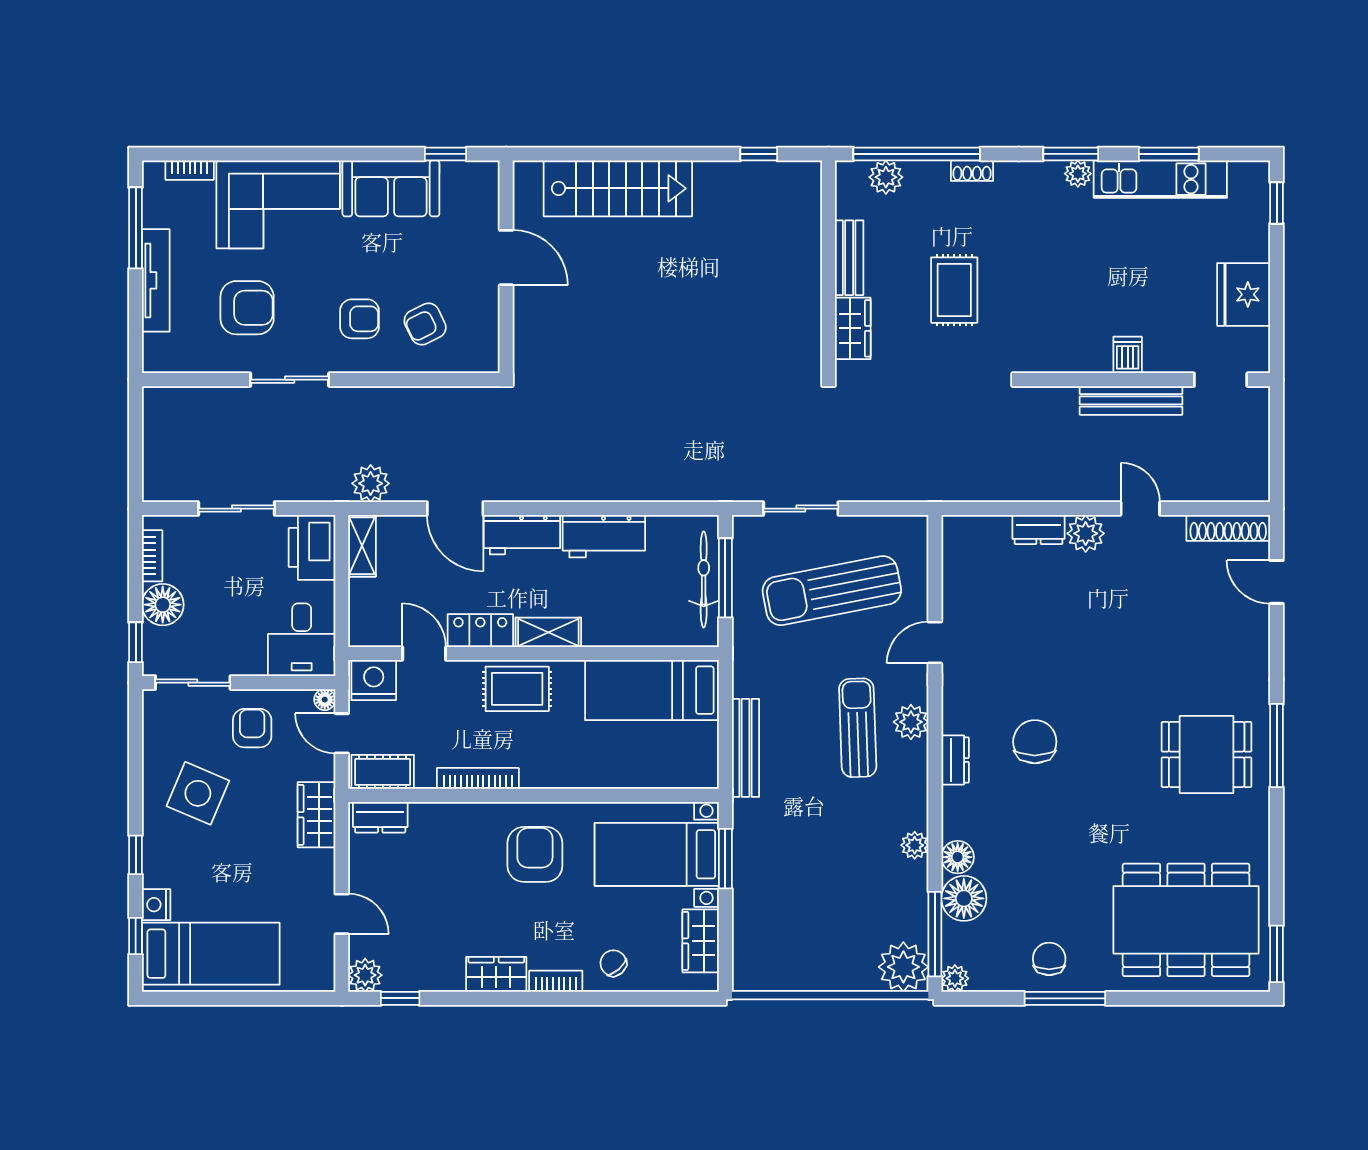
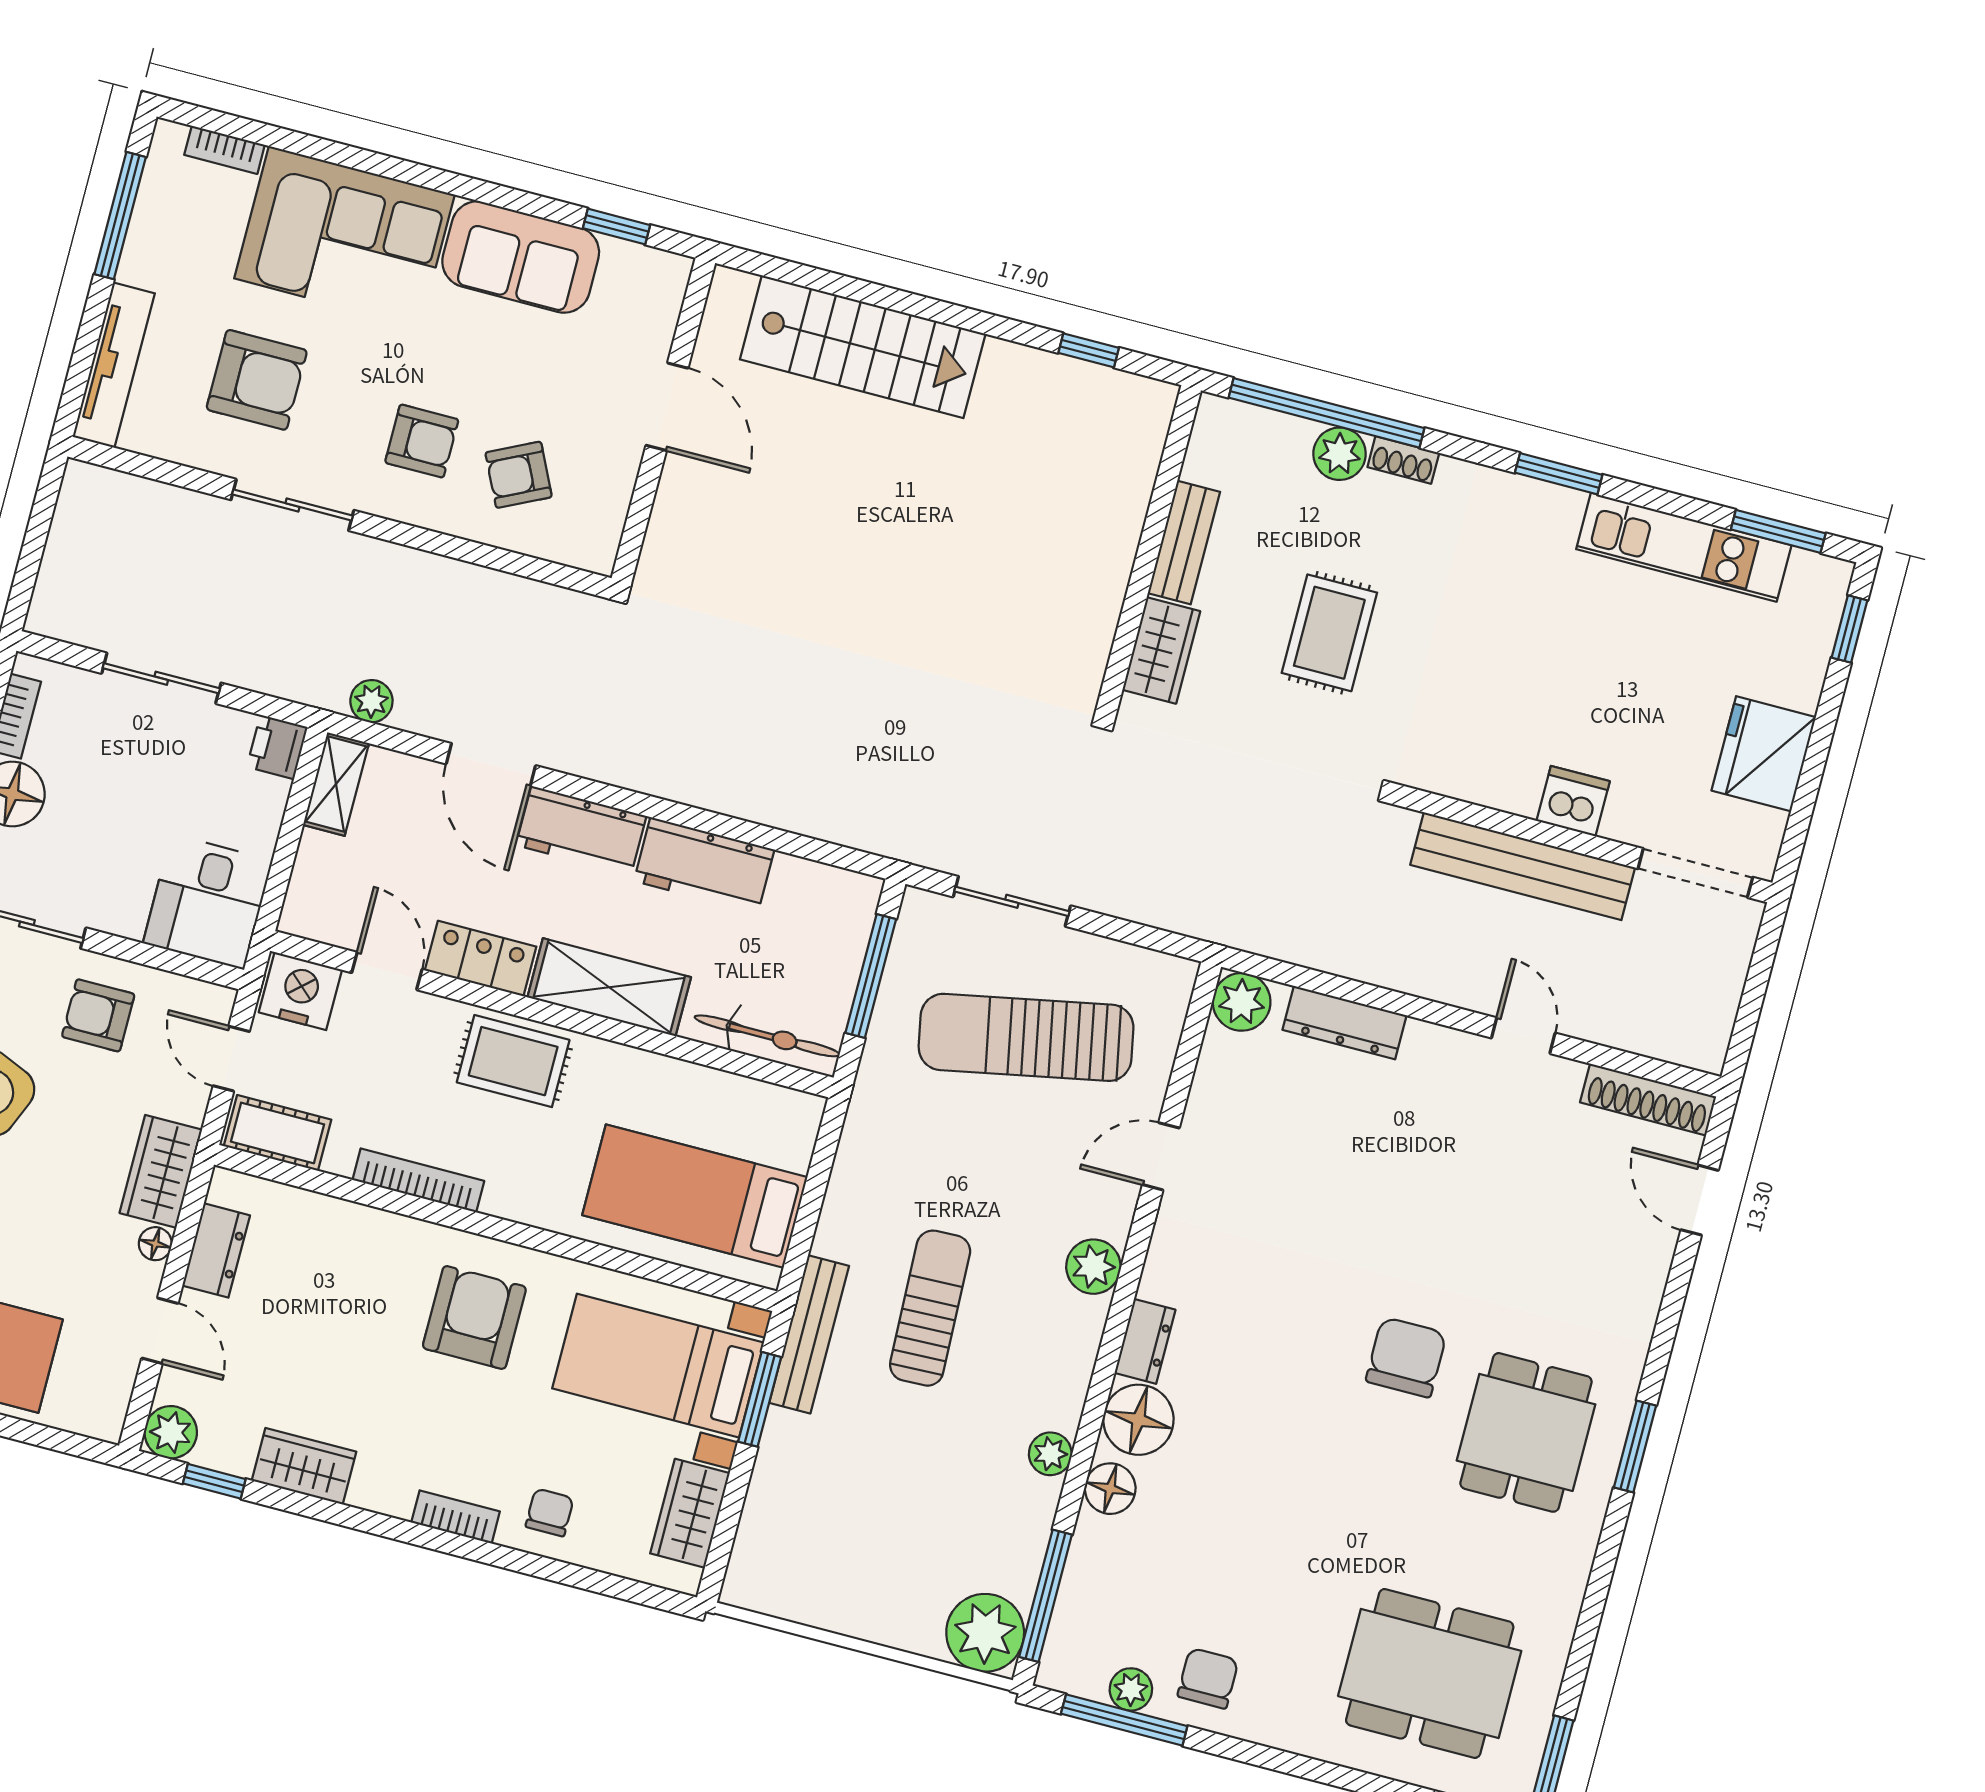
window: (1169, 154) -> (1778, 531), moved
plant: (1078, 174) -> (1562, 506), removed
plant: (886, 177) -> (1340, 454), moved
tv unit: (156, 280) -> (114, 365), moved
dishwasher: (1128, 355) -> (1573, 801), width x1.38
doorway: (1221, 380) -> (1695, 873), width x1.38
bench: (1131, 400) -> (1523, 866), width x1.37, depth x1.21
plant: (371, 483) -> (371, 701), width x0.73, depth x0.73
dresser: (1039, 530) -> (1345, 1023), width x1.44
plant: (1086, 533) -> (1242, 1002), moved
printer: (312, 547) -> (277, 747), width x0.53, depth x0.68
bicycle: (704, 579) -> (767, 1036), moved, turned 90
shelving: (548, 632) -> (609, 987), width x1.50, depth x1.33
bed: (652, 690) -> (695, 1196), moved
floor lamp: (325, 700) -> (155, 1244), moved
armchair: (252, 728) -> (98, 1015), turned -90
sun lounger: (858, 728) -> (930, 1308), moved
chair: (1035, 742) -> (1406, 1357), moved
window: (1277, 745) -> (1635, 1446), width x0.69
bench: (746, 748) -> (809, 1334), moved
dining table: (1207, 754) -> (1526, 1432), turned 90
dresser: (380, 817) -> (216, 1250), moved, turned -90
floor lamp: (964, 898) -> (1138, 1420), moved
dining table: (1186, 920) -> (1430, 1673), width x0.73, depth x0.80
chair: (613, 963) -> (550, 1512), turned 41
wardrobe: (496, 974) -> (304, 1466), moved
plant: (955, 978) -> (1131, 1689), moved
window: (1065, 998) -> (1124, 1720), moved

